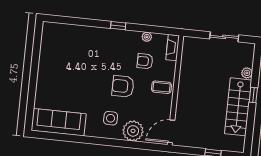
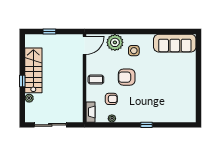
window: (118, 26) -> (146, 125), moved
sliding door: (224, 37) -> (50, 125), width x1.37
armchair: (123, 86) -> (127, 77), turned 180

